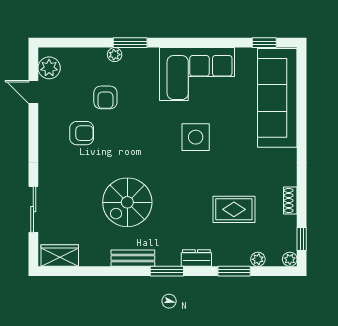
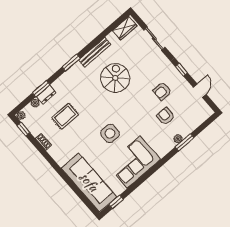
window: (130, 43) -> (185, 142), moved
plant: (49, 68) -> (202, 108), removed
door: (33, 92) -> (200, 91), hinge flipped
window: (33, 139) -> (181, 70), added
bench: (133, 258) -> (95, 52), width x1.36
dresser: (196, 258) -> (46, 95), moved

